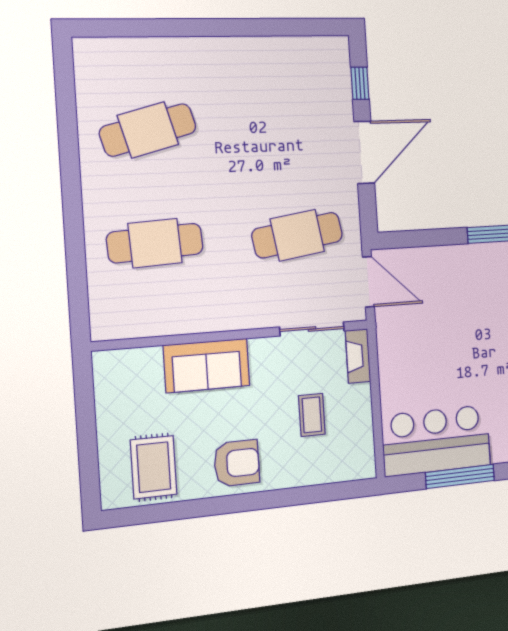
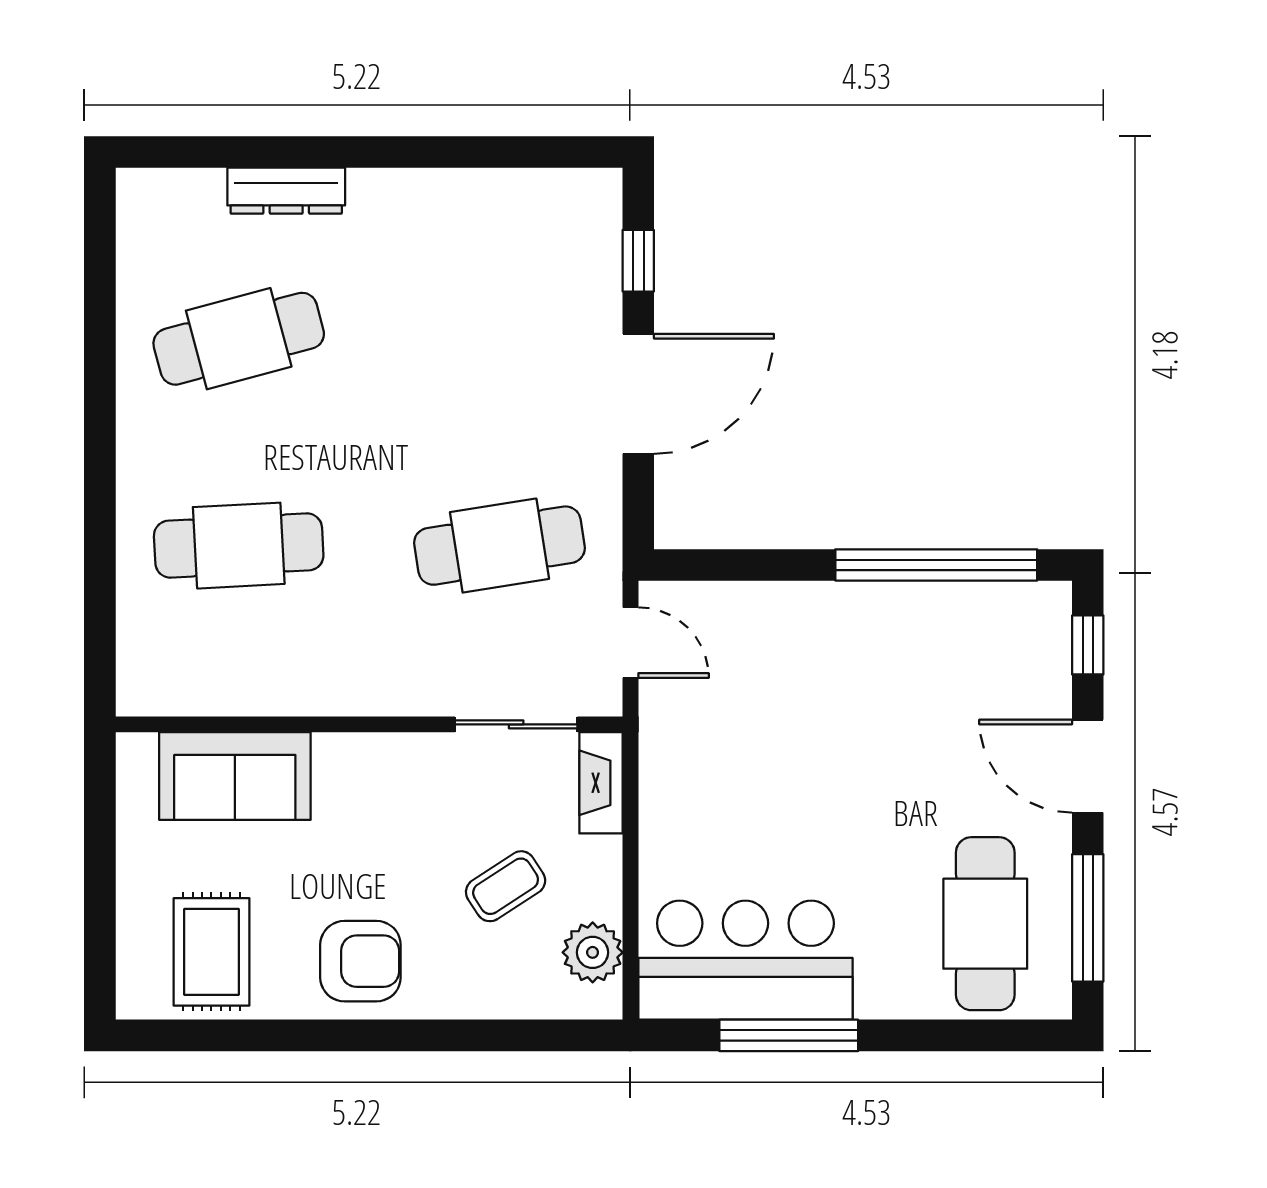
dresser: (170, 49) -> (286, 191), added
door: (368, 282) -> (630, 643), width x0.73
sofa: (207, 365) -> (235, 776), moved
coffee table: (312, 415) -> (506, 886), turned 57
plant: (359, 445) -> (593, 952), added

